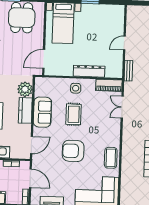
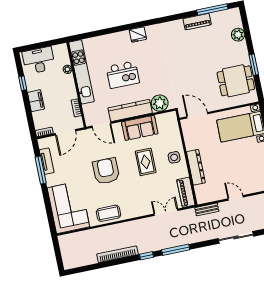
kitchen counter: (25, 110) -> (130, 110), width x1.50
rug: (74, 114) -> (146, 162), turned 90

